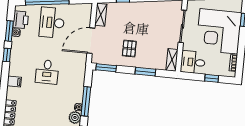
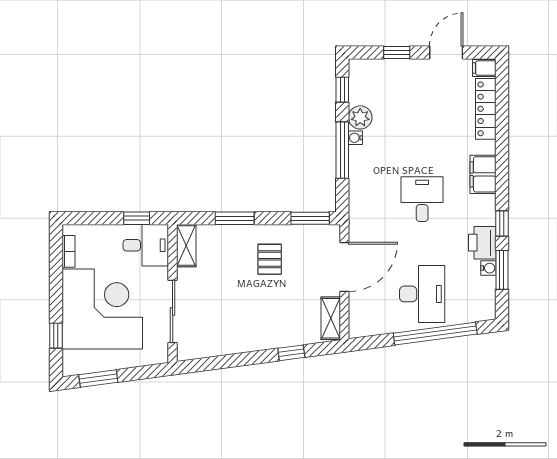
printer: (21, 20) -> (482, 243), moved
window: (212, 78) -> (137, 218), moved
filing cabinet: (14, 82) -> (483, 174), width x2.00

